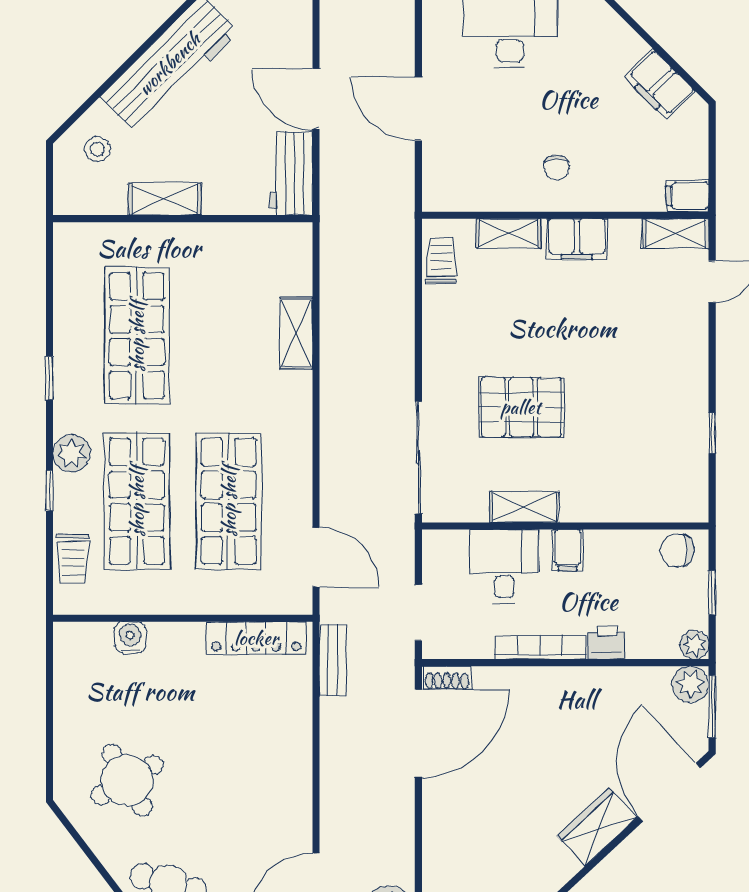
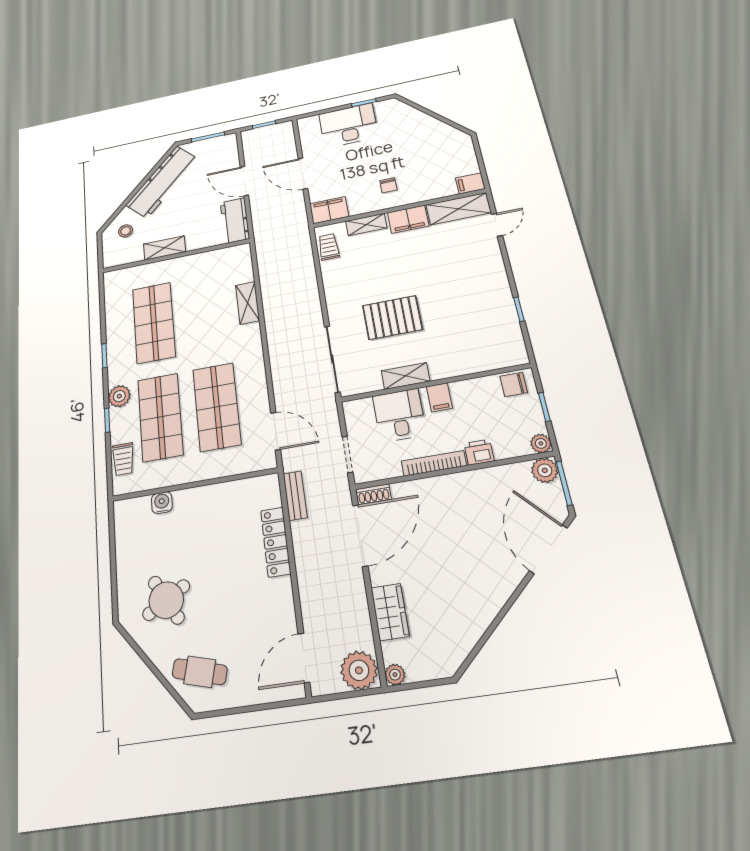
filing cabinet: (660, 84) -> (329, 210), moved, turned 135
shelving: (676, 233) -> (458, 209), width x1.50, depth x1.33
locker: (256, 638) -> (276, 542), moved, turned 90
wardrobe: (597, 827) -> (390, 612), moved, turned 133

